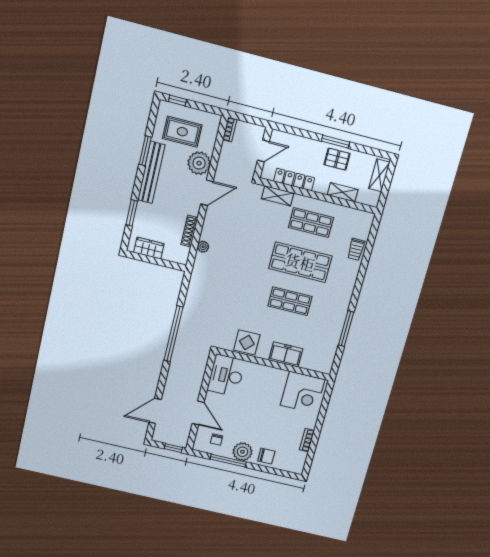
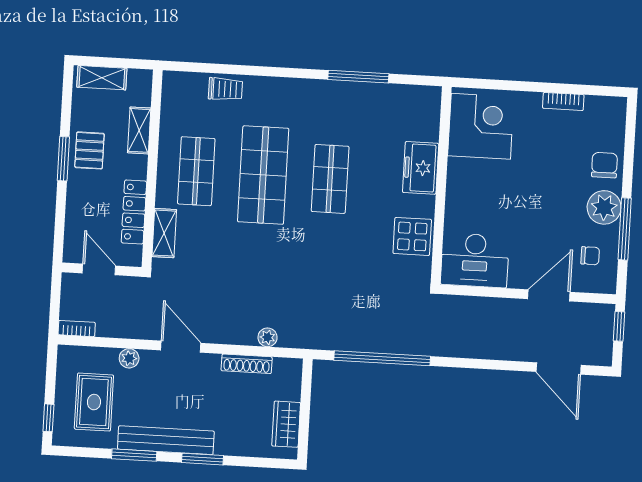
plant: (199, 163) -> (129, 358), width x0.53, depth x0.53
window: (132, 213) -> (202, 459), moved
window: (173, 334) -> (382, 358), moved

